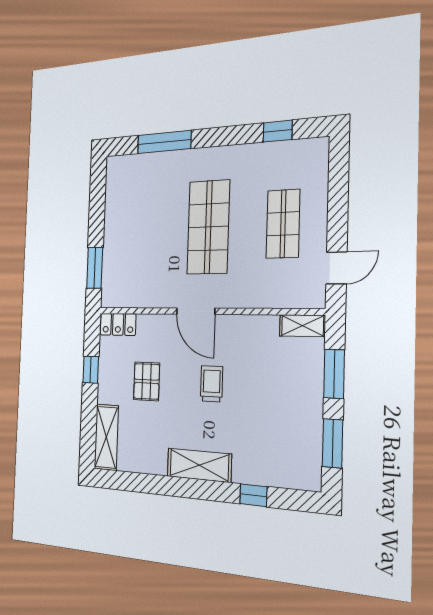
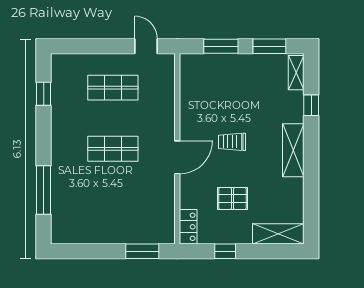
shop shelf: (208, 227) -> (113, 149), width x0.70, depth x0.74
shelving: (302, 326) -> (296, 73), moved

